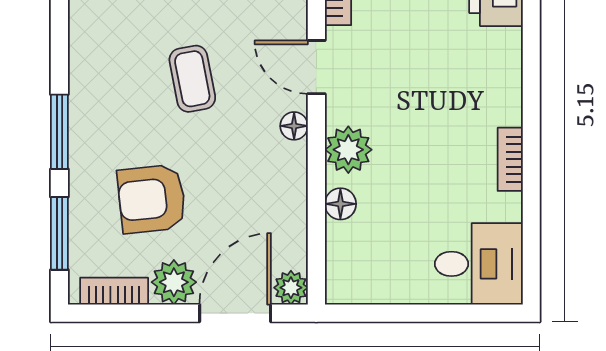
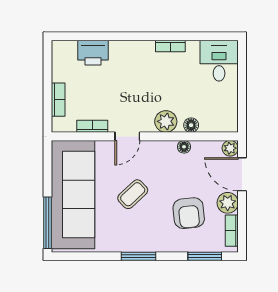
coffee table: (192, 79) -> (133, 194), turned -32
floor lamp: (294, 126) -> (184, 147), moved
window: (59, 132) -> (139, 256), moved

